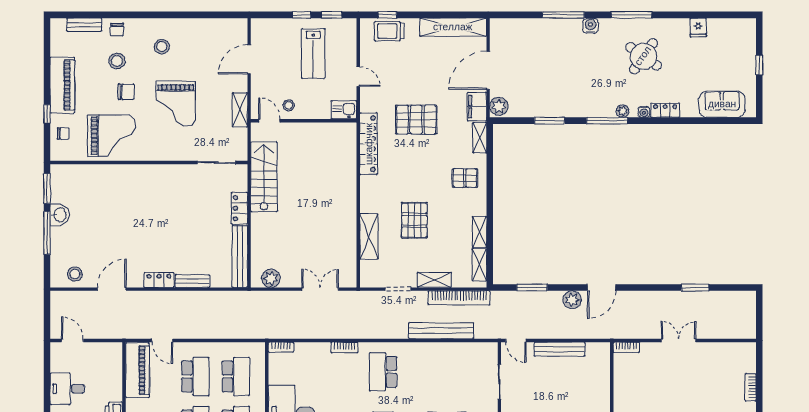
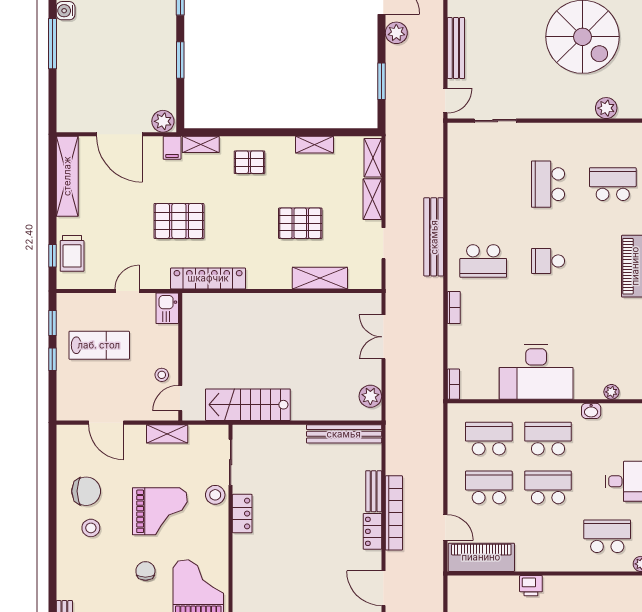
chair: (117, 30) -> (86, 491), moved, width x1.87, depth x1.87
stool: (117, 61) -> (215, 495), moved
filing cabinet: (477, 107) -> (172, 148), width x0.50
pallet: (416, 120) -> (179, 221), turned 90
pallet: (465, 178) -> (249, 162), turned 90
locker: (239, 208) -> (242, 514), moved, turned -90
shelving: (479, 265) -> (373, 158), moved, turned 90
bookcase: (459, 298) -> (394, 513), moved
bench: (441, 331) -> (434, 237), moved
door: (162, 340) -> (445, 528), hinge flipped

